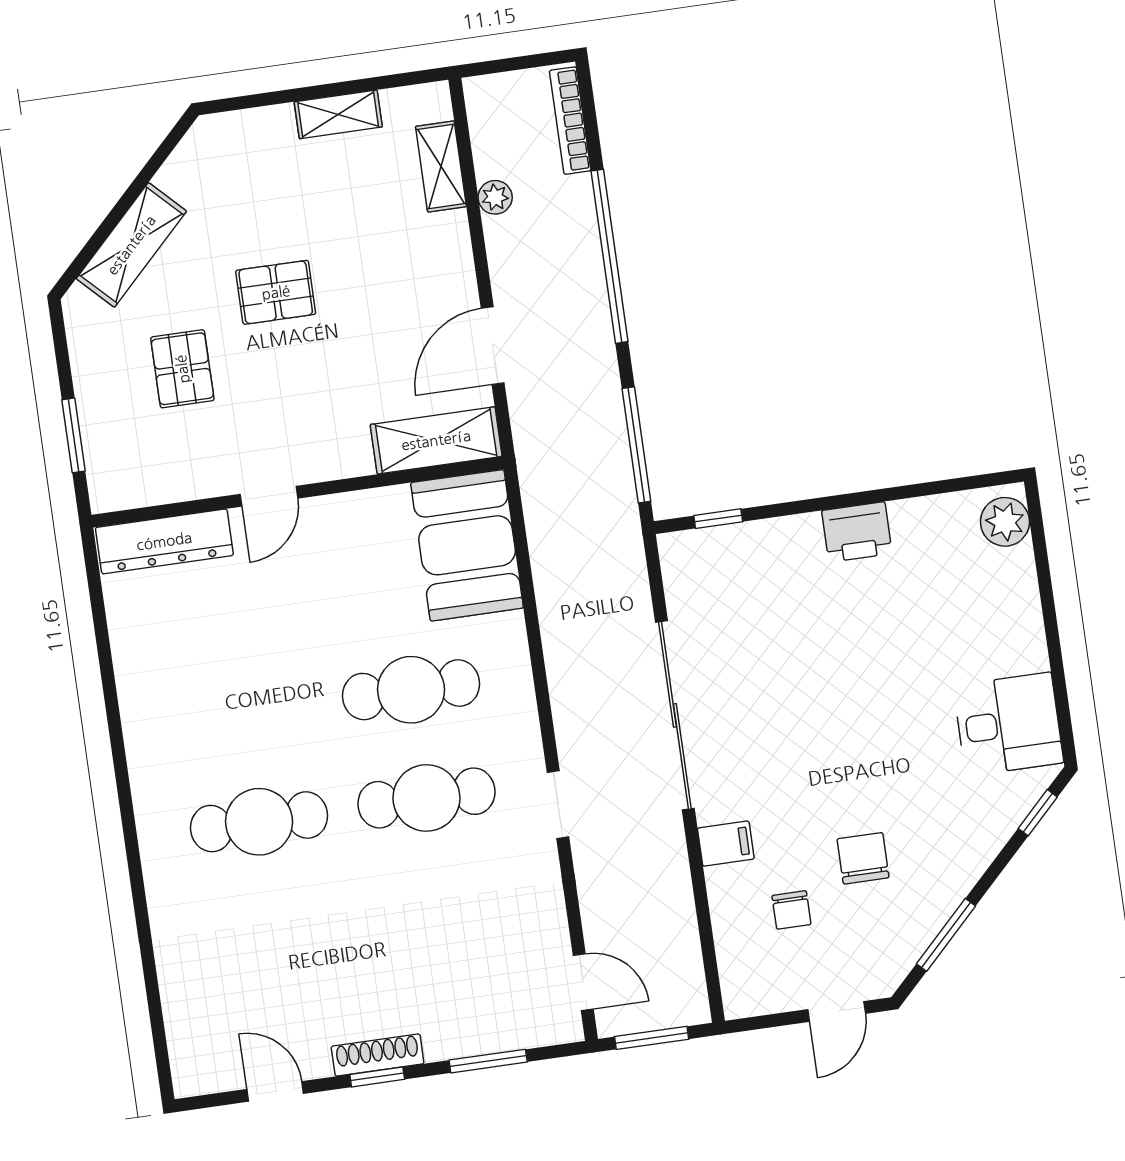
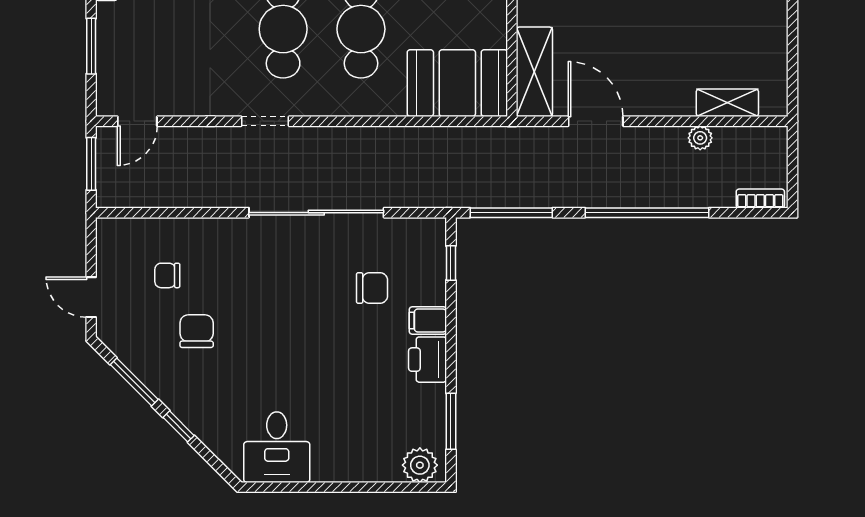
shelving: (338, 114) -> (774, 35), removed
bookcase: (570, 121) -> (760, 198), width x0.64
window: (938, 487) -> (451, 421), added
chair: (768, 623) -> (372, 288), added
window: (1038, 813) -> (179, 426), moved
filing cabinet: (726, 844) -> (428, 320), moved, turned 90
chair: (863, 858) -> (197, 331), turned -90

